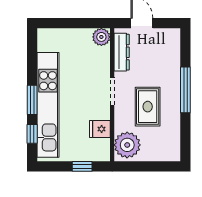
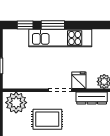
kitchen unit: (48, 105) -> (60, 38), width x0.73
fridge: (100, 129) -> (79, 80), moved

